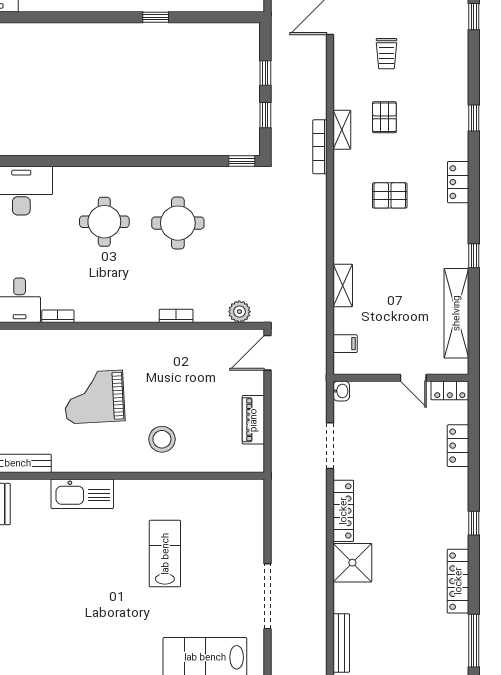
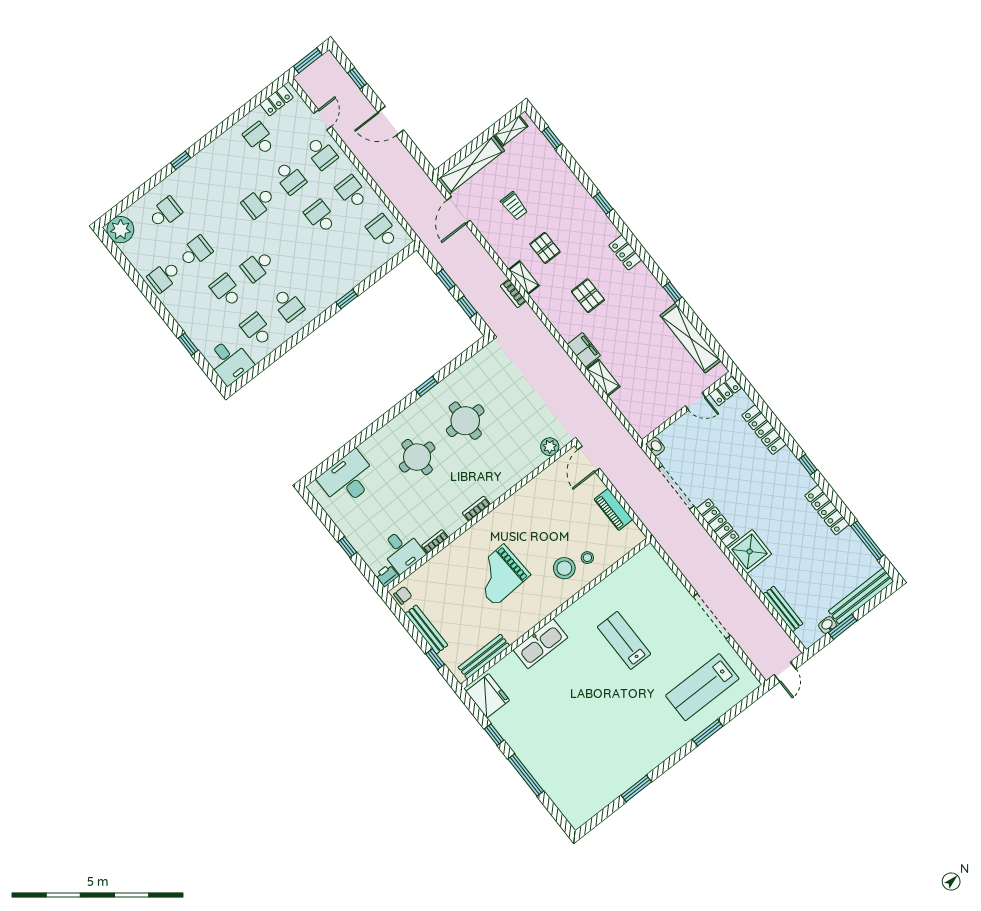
bookcase: (320, 147) -> (513, 293), width x0.64
window: (242, 161) -> (426, 386), moved
pallet: (390, 195) -> (588, 296), turned 90
bookcase: (176, 316) -> (476, 509), moved
filing cabinet: (345, 344) -> (584, 350), moved, width x2.00
stool: (192, 446) -> (587, 558), added
doorway: (330, 446) -> (676, 487), width x1.36
locker: (458, 446) -> (764, 430), width x1.53

